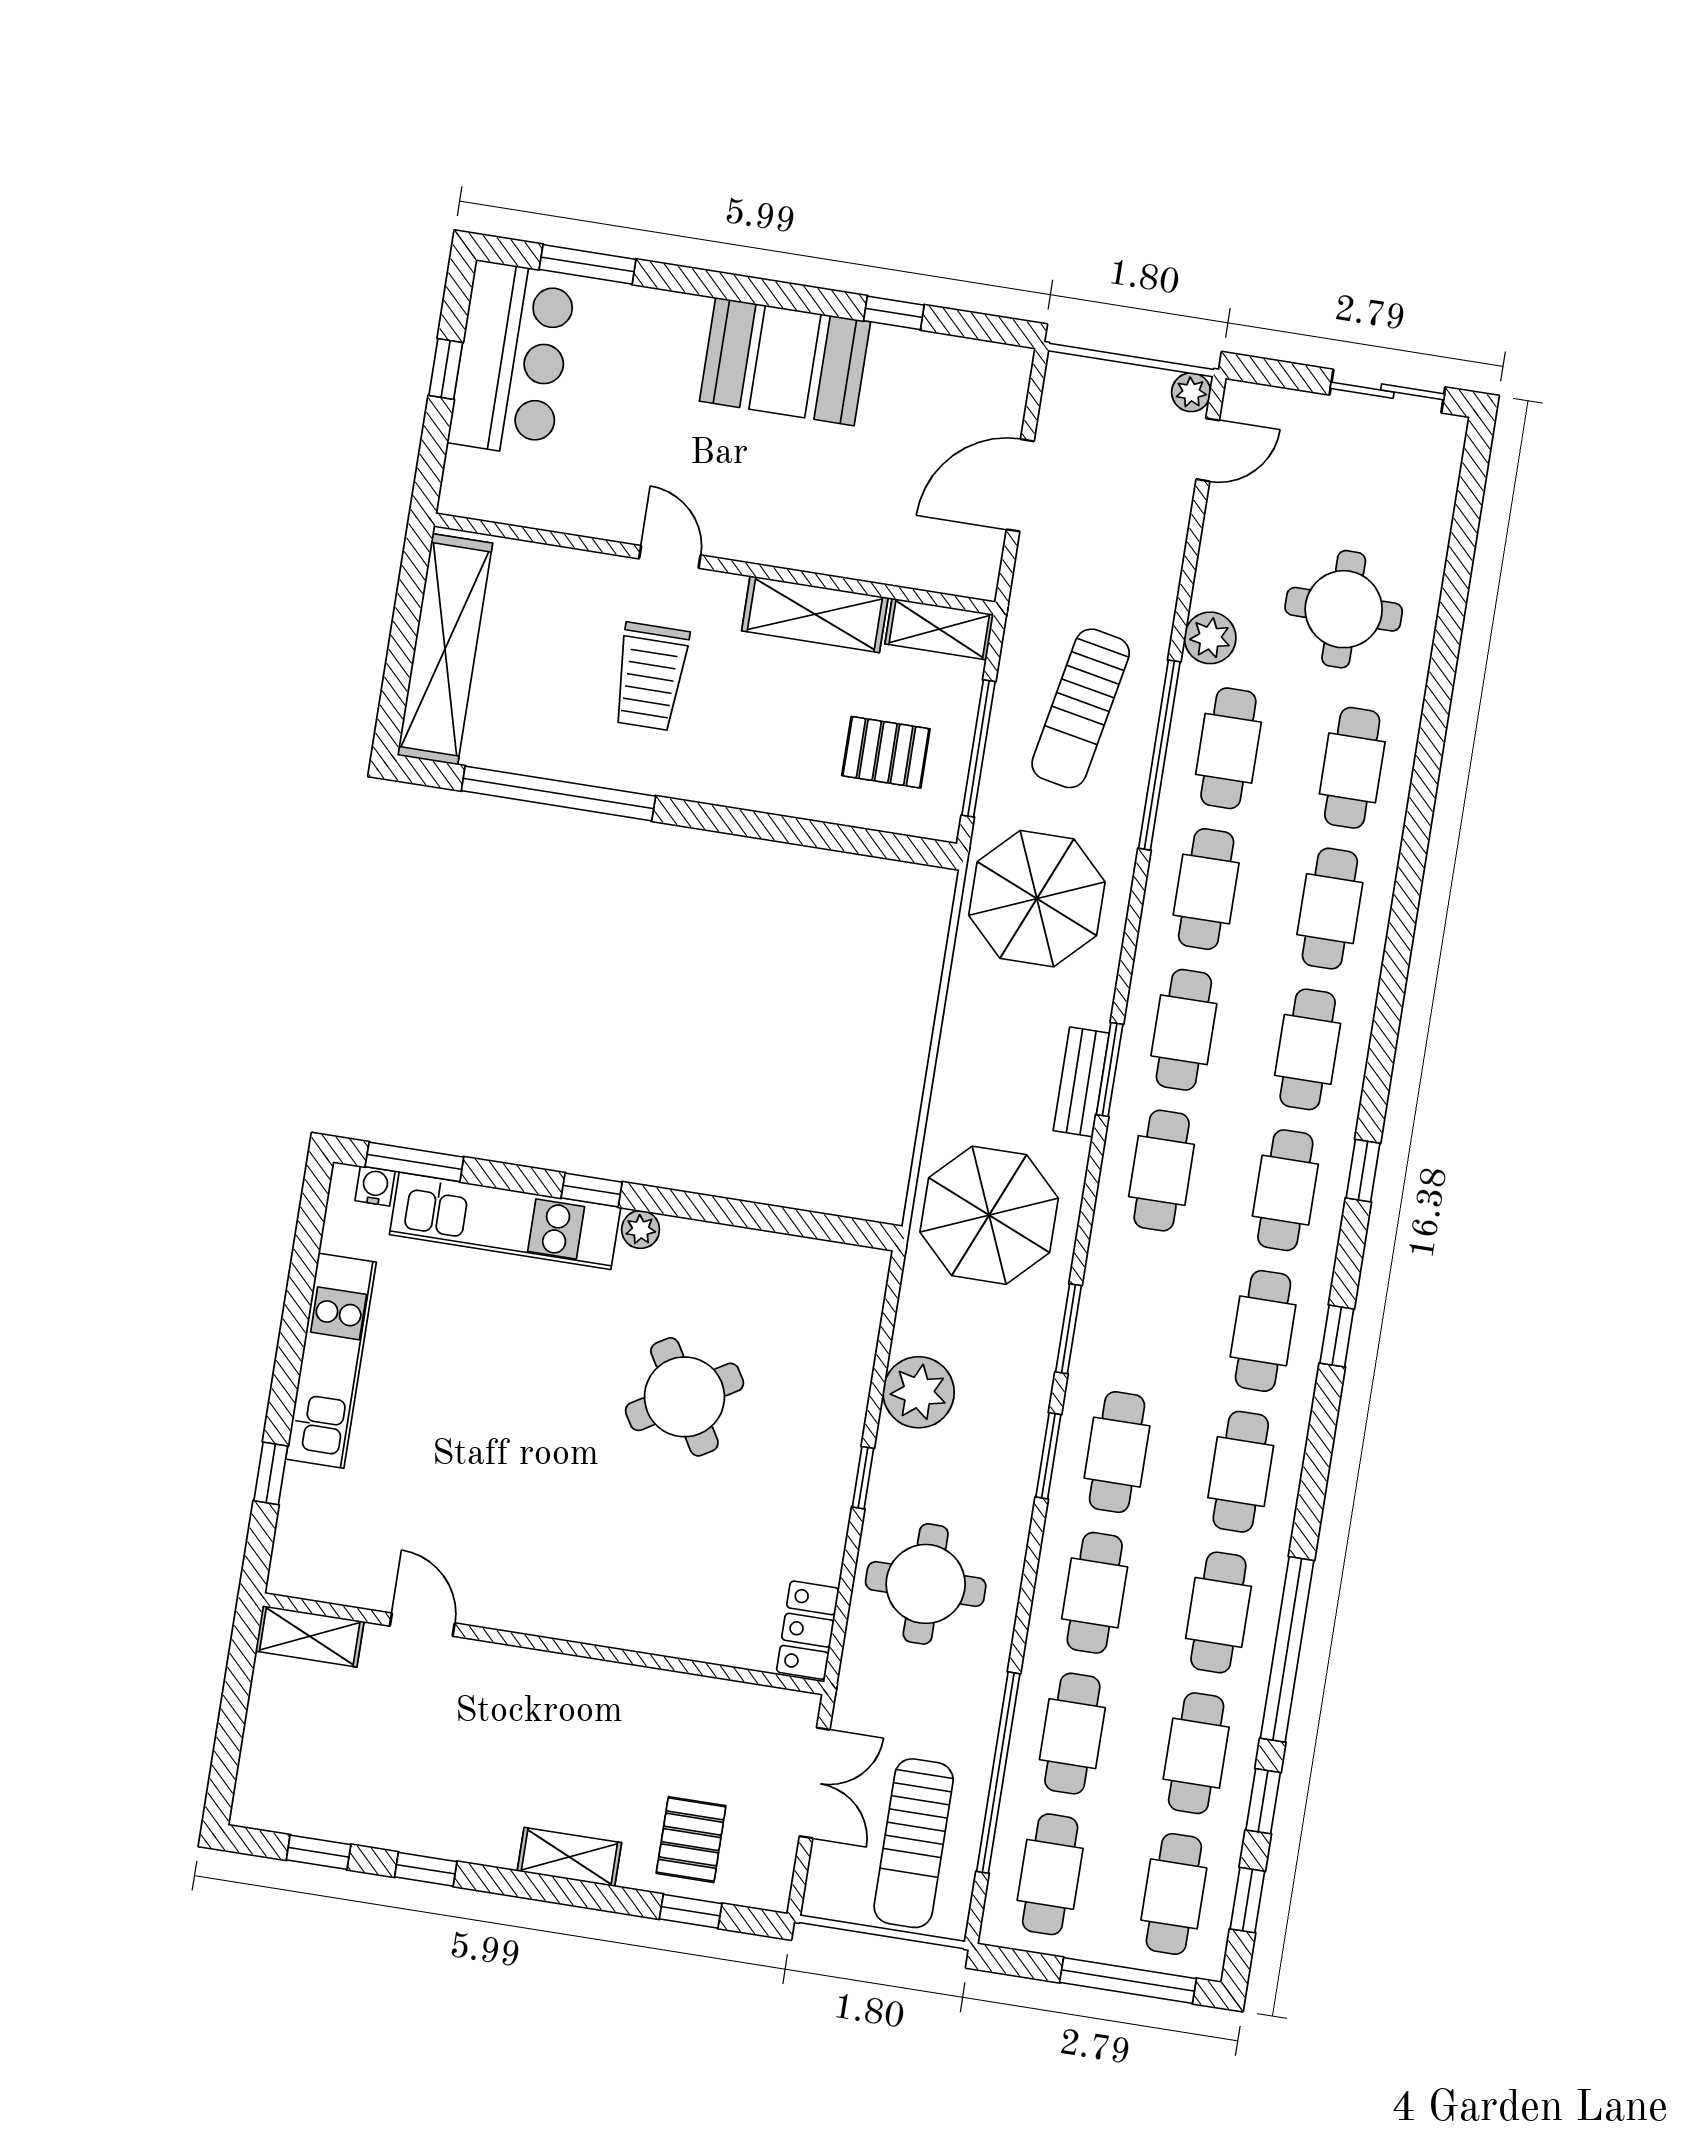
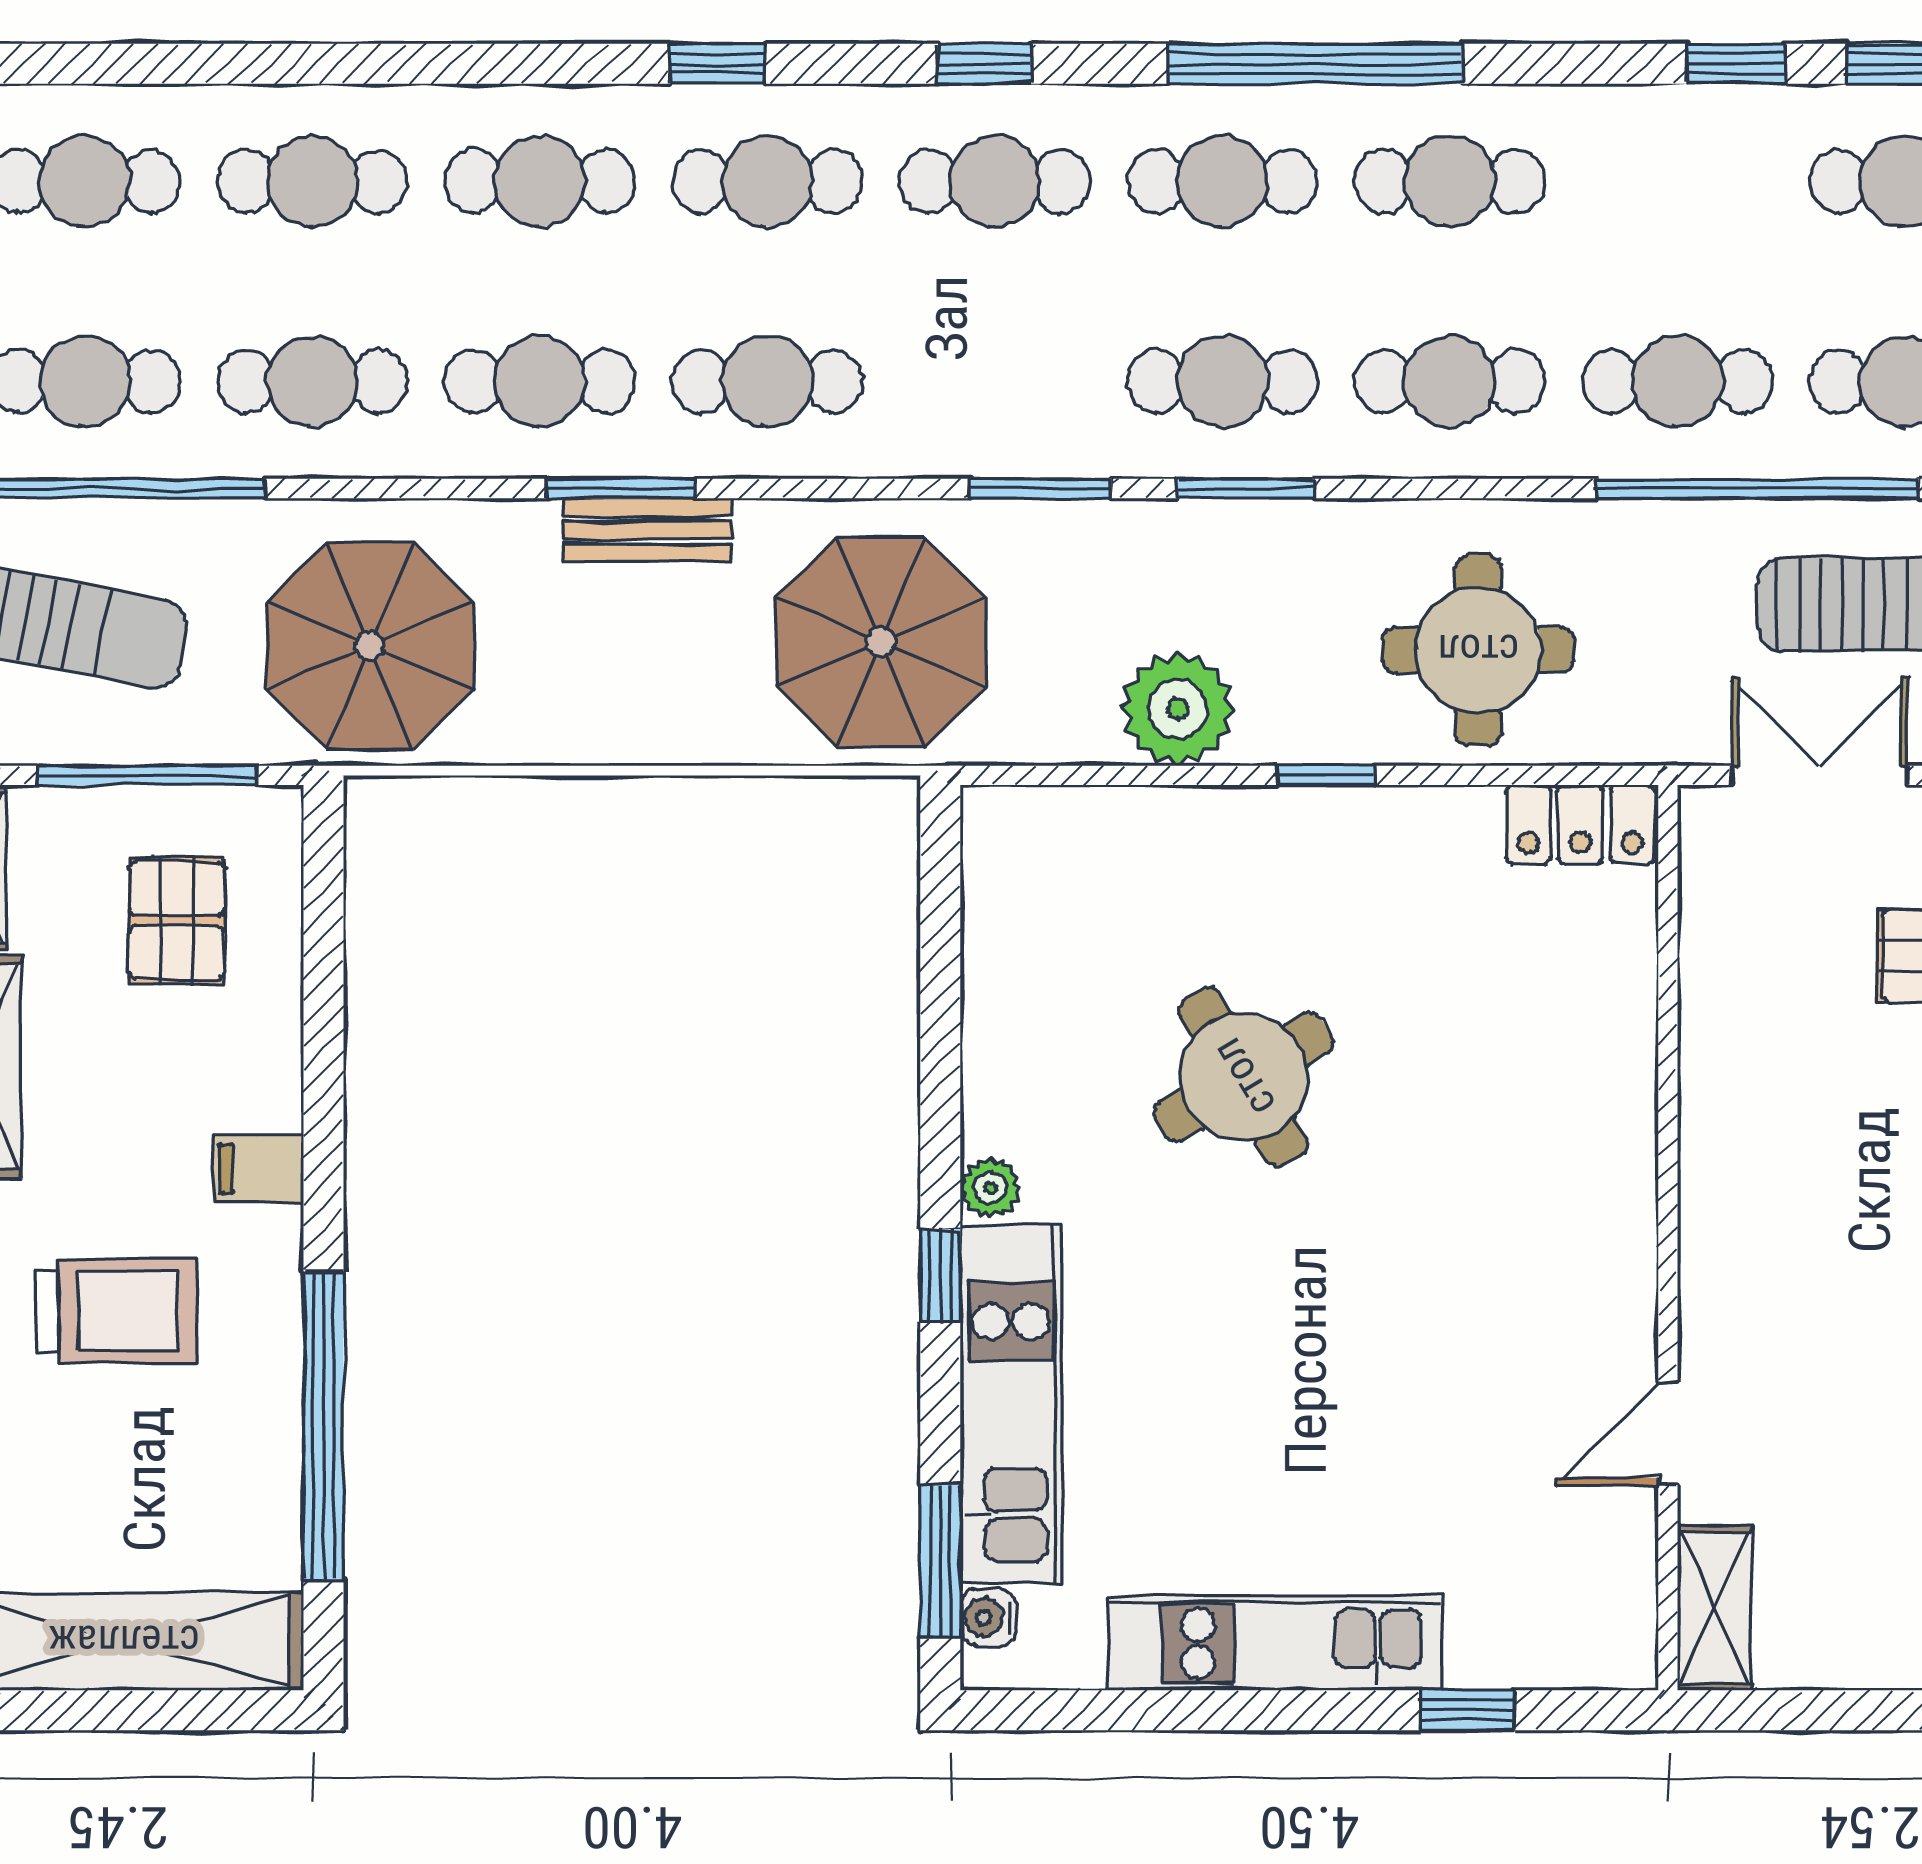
filing cabinet: (724, 778) -> (258, 1169), added
window: (1287, 1649) -> (1315, 64), moved
cafe table: (1196, 1753) -> (1677, 181), removed

